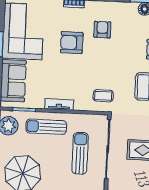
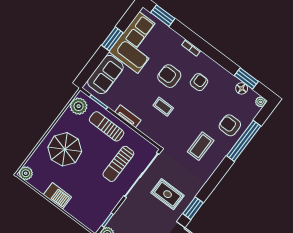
coffee table: (103, 96) -> (163, 107), moved
sun lounger: (80, 153) -> (118, 164), turned 180

